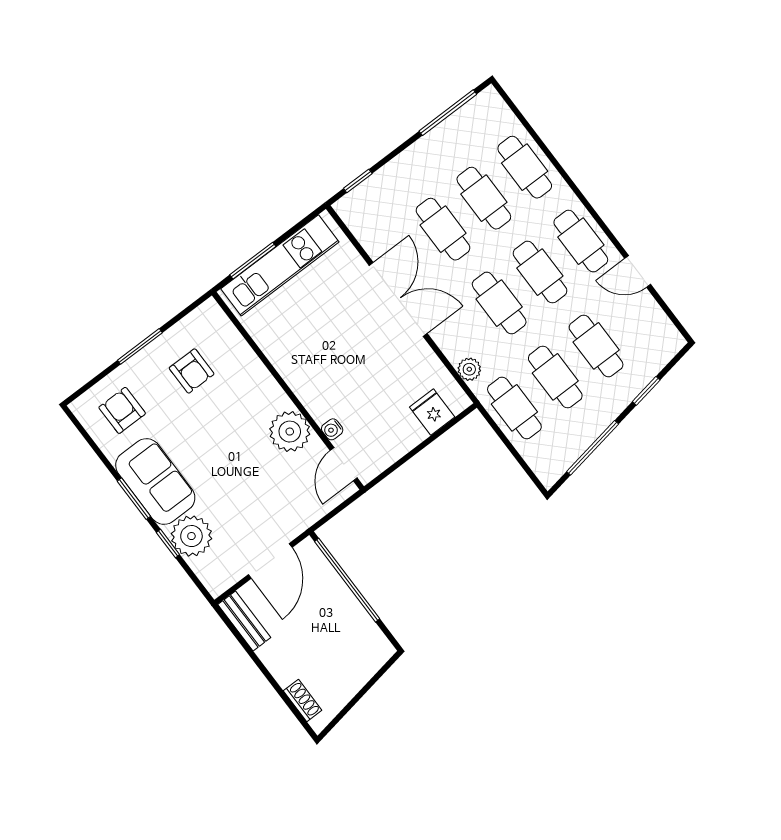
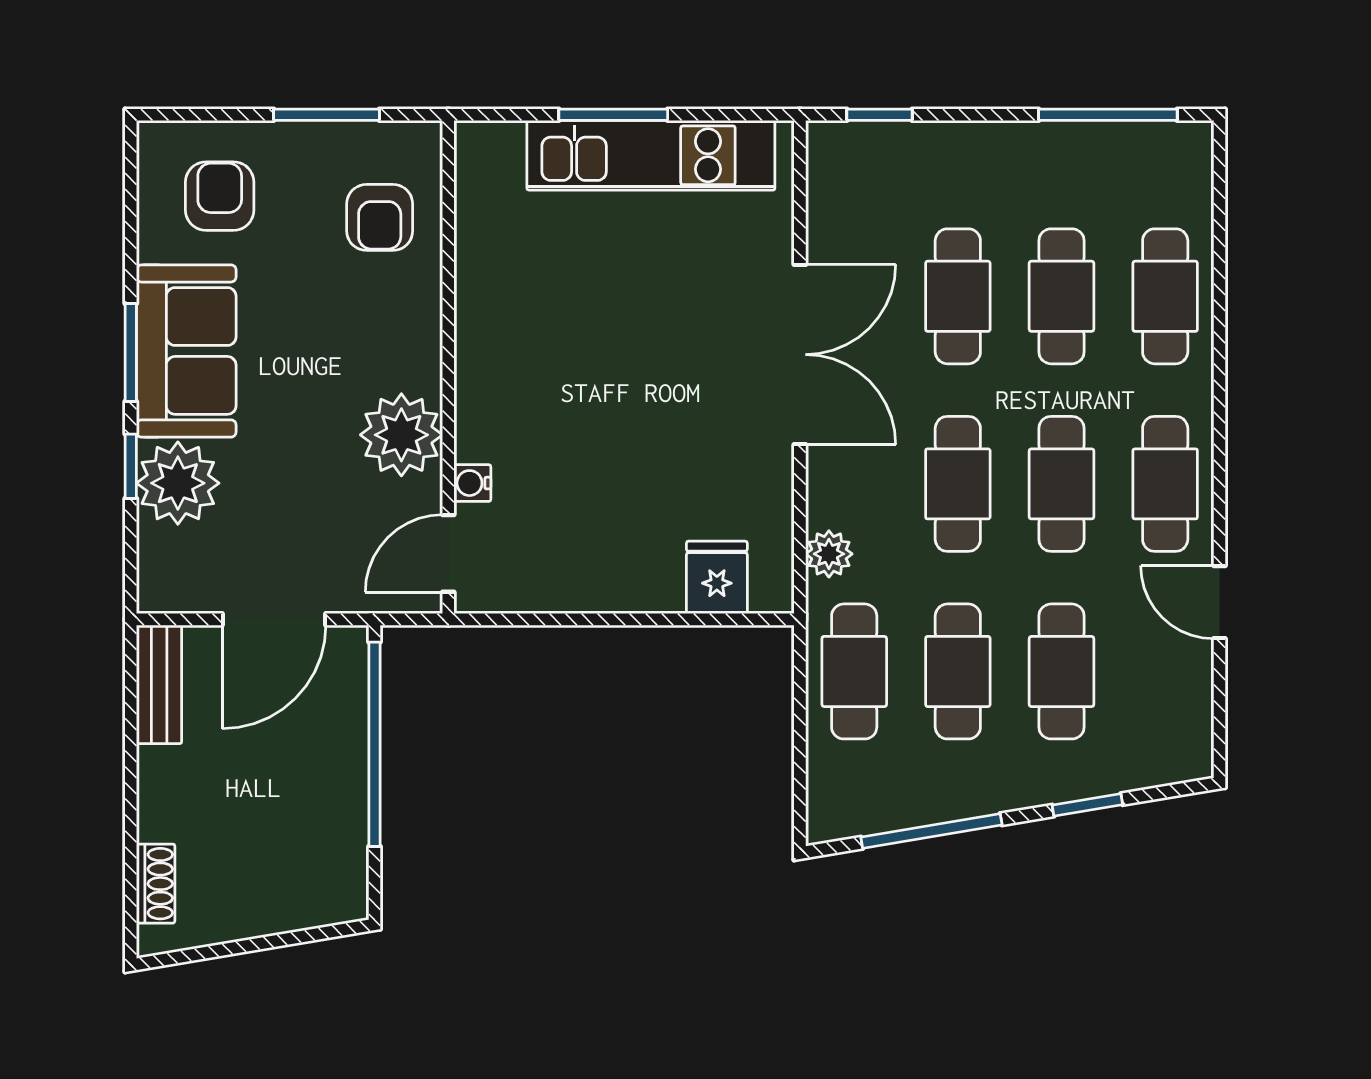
wall: (288, 391) -> (448, 367), moved
water cooler: (332, 429) -> (472, 483), moved
plant: (290, 432) -> (401, 435), moved
door: (344, 464) -> (448, 553), moved

